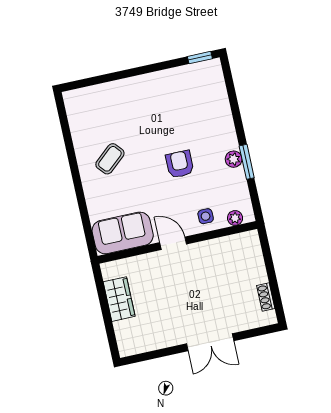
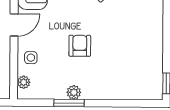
armchair: (180, 164) -> (80, 46), turned -90

